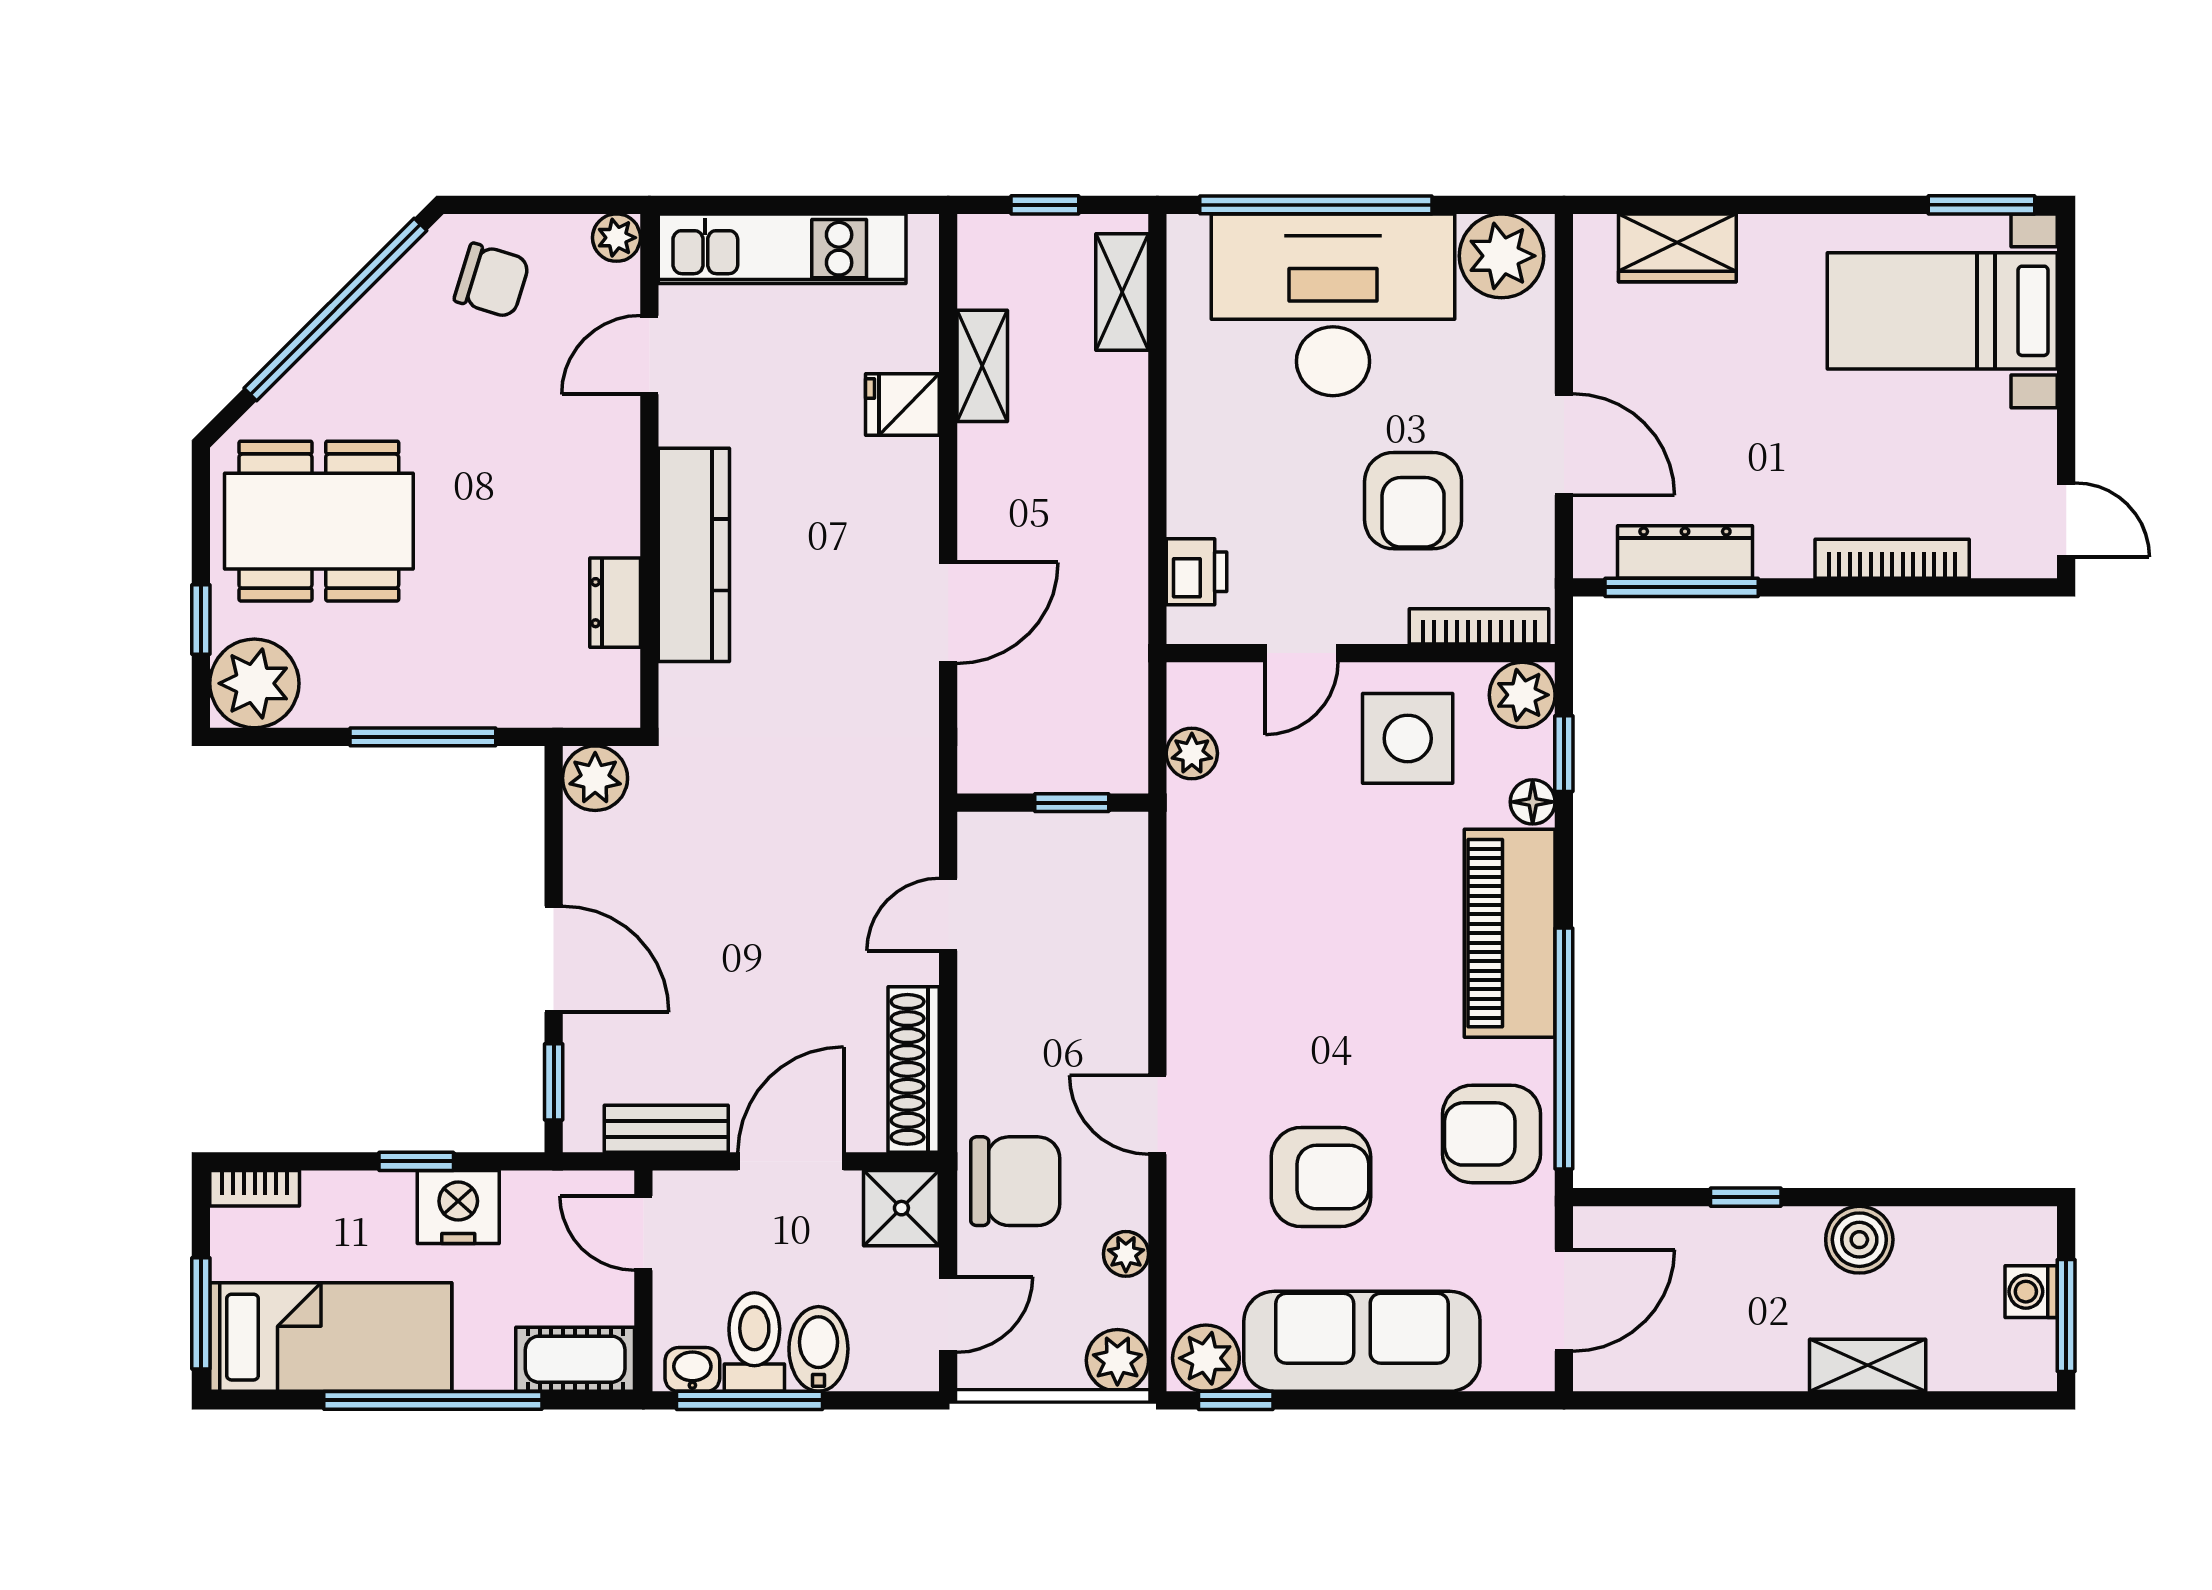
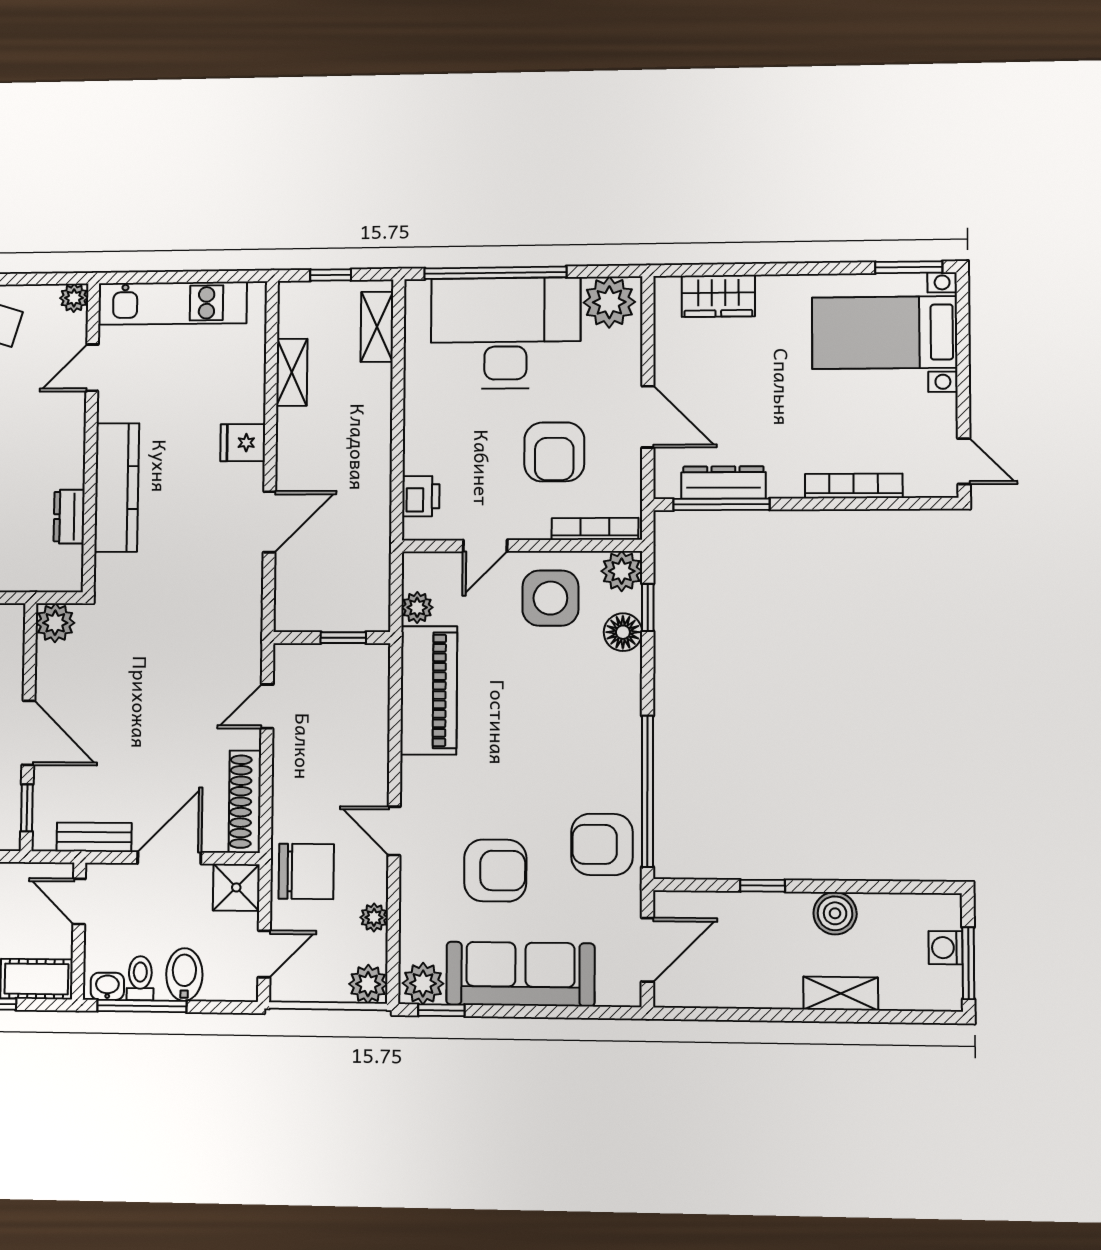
fridge: (902, 404) -> (243, 443), moved
floor lamp: (1533, 802) -> (623, 632), width x1.37, depth x1.37
piano: (1510, 933) -> (429, 690), moved, turned 180
toilet: (754, 1342) -> (140, 978), width x0.73, depth x0.72

